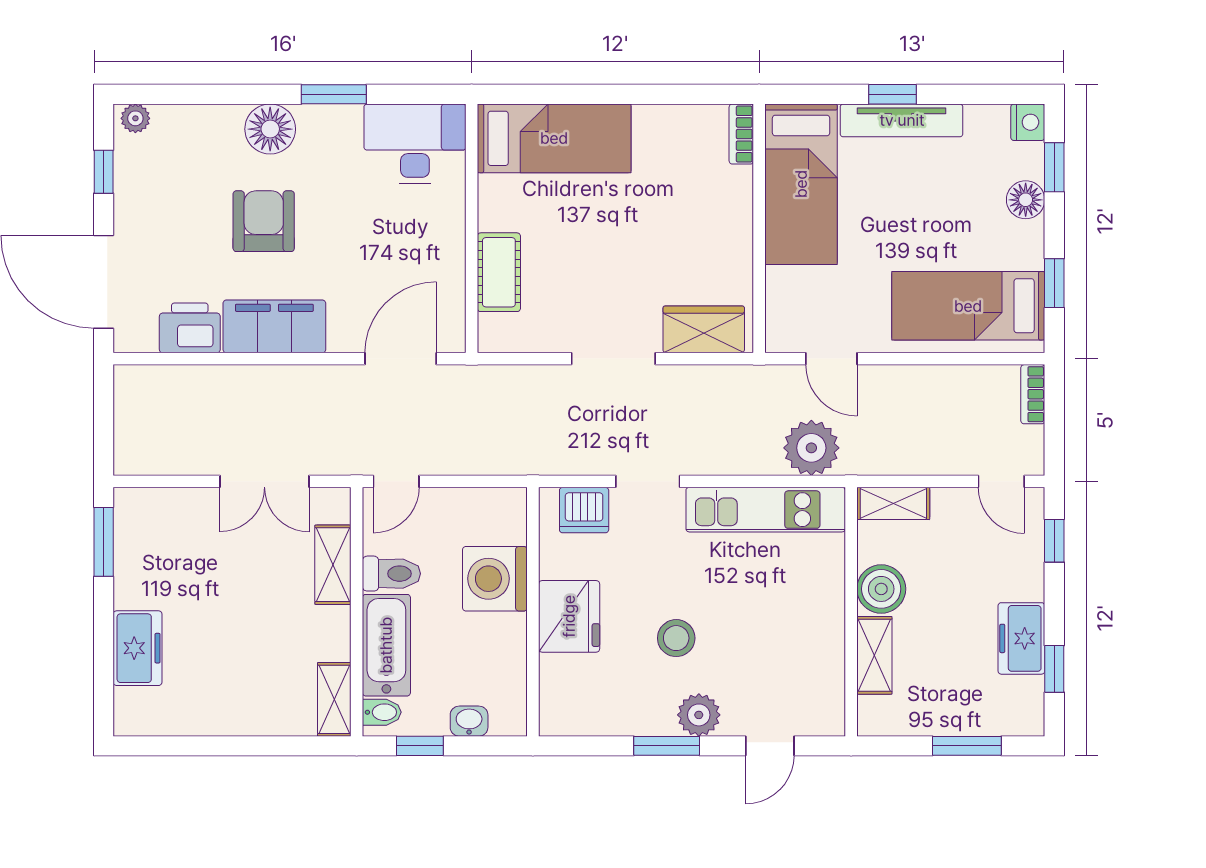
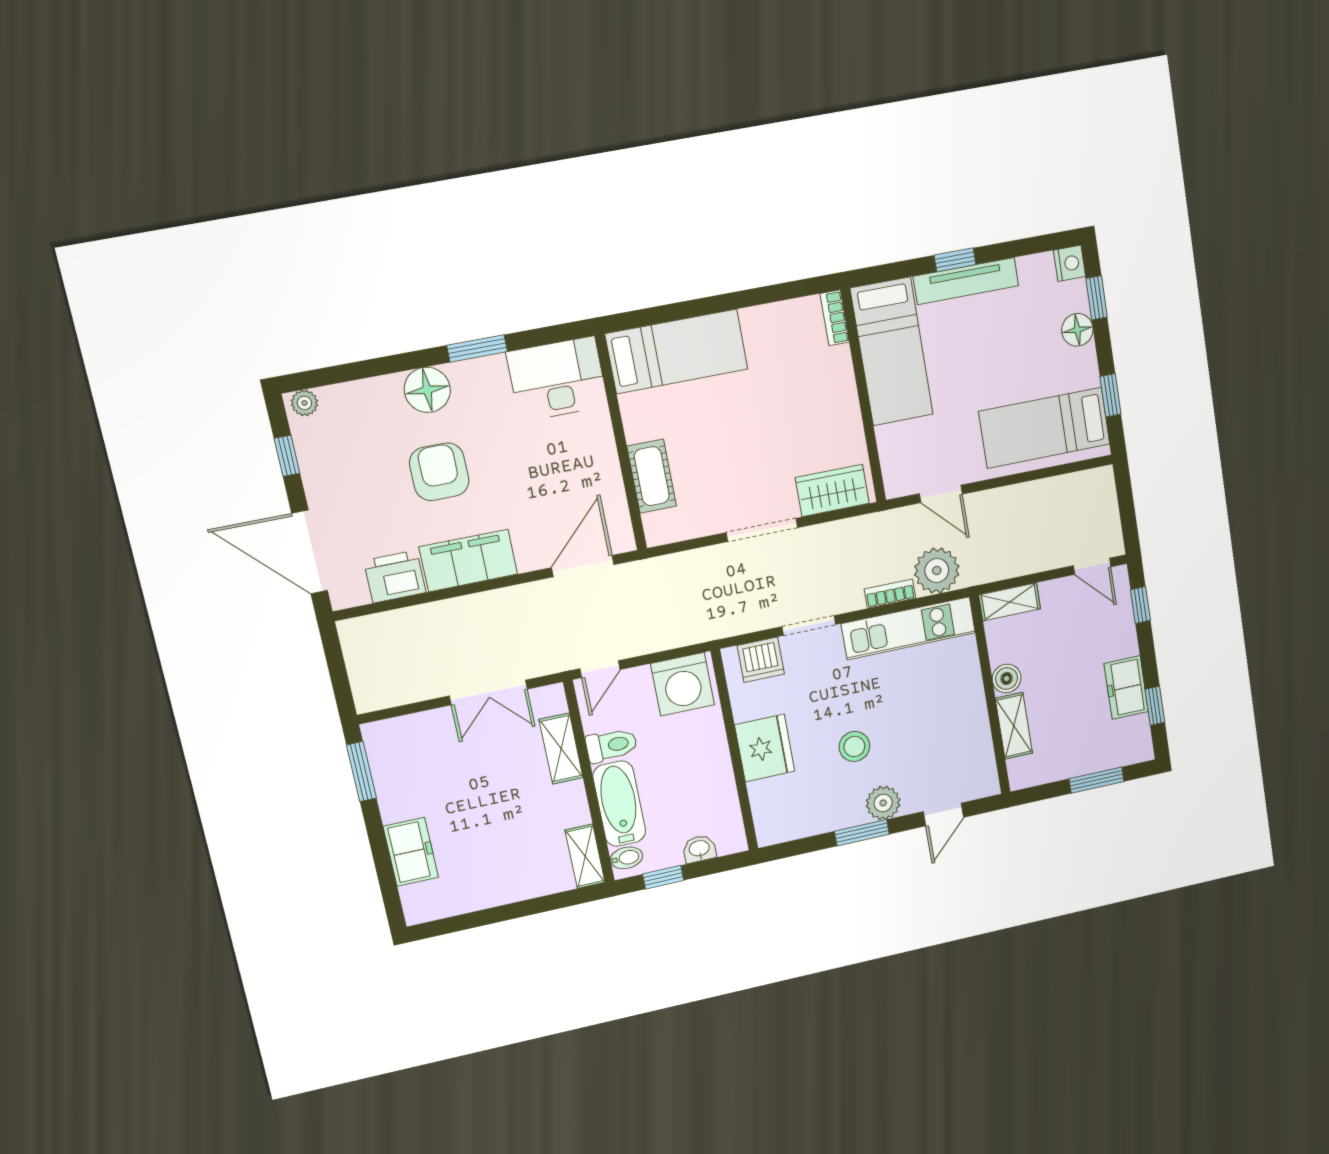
bookcase: (1033, 394) -> (890, 594), moved, turned 90
washing machine: (495, 579) -> (683, 684), moved, turned -90
boiler: (881, 589) -> (1007, 679), width x0.73, depth x0.73

